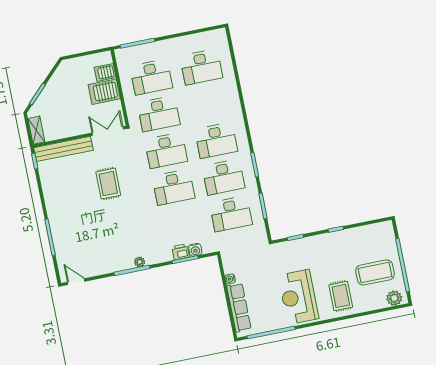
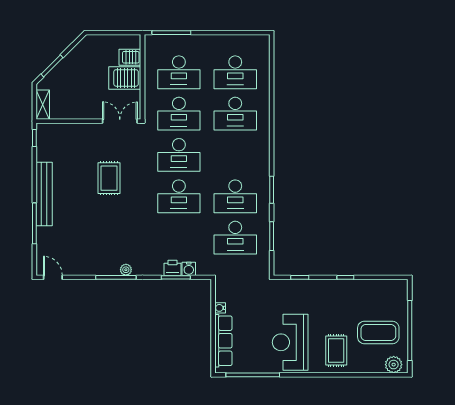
desk: (216, 140) -> (235, 114), moved
bench: (63, 149) -> (44, 194), moved, turned 90

